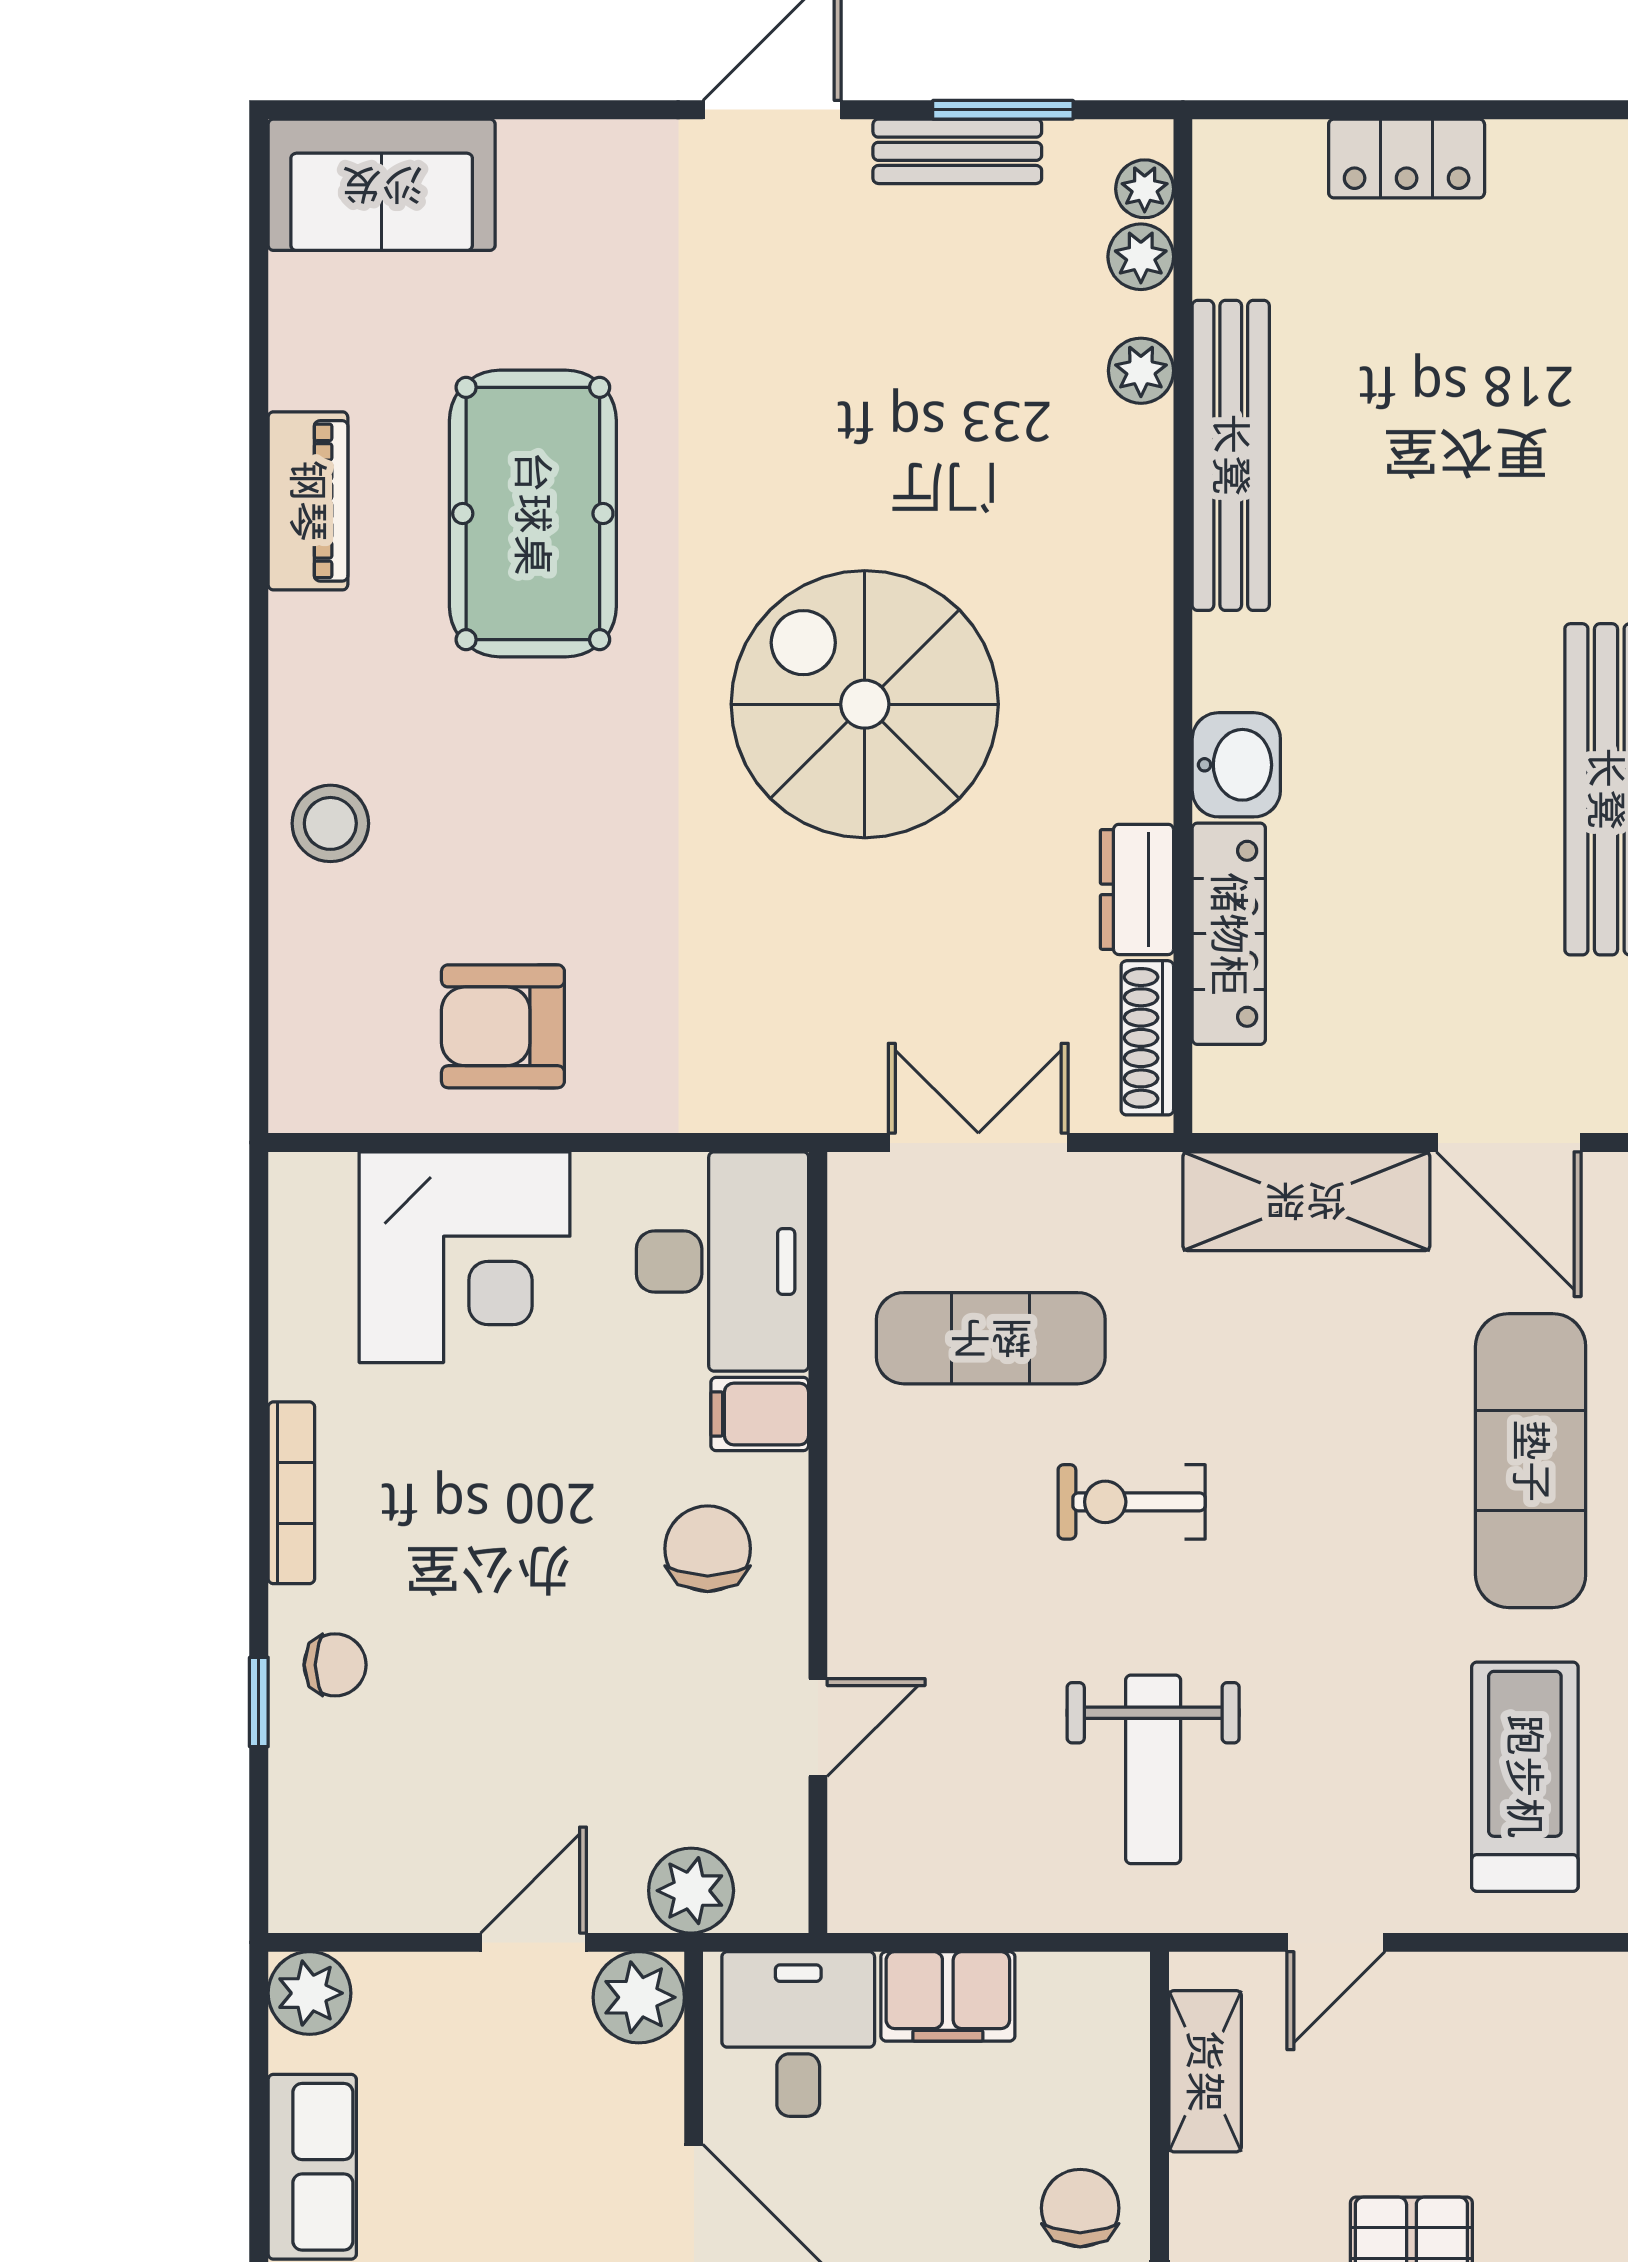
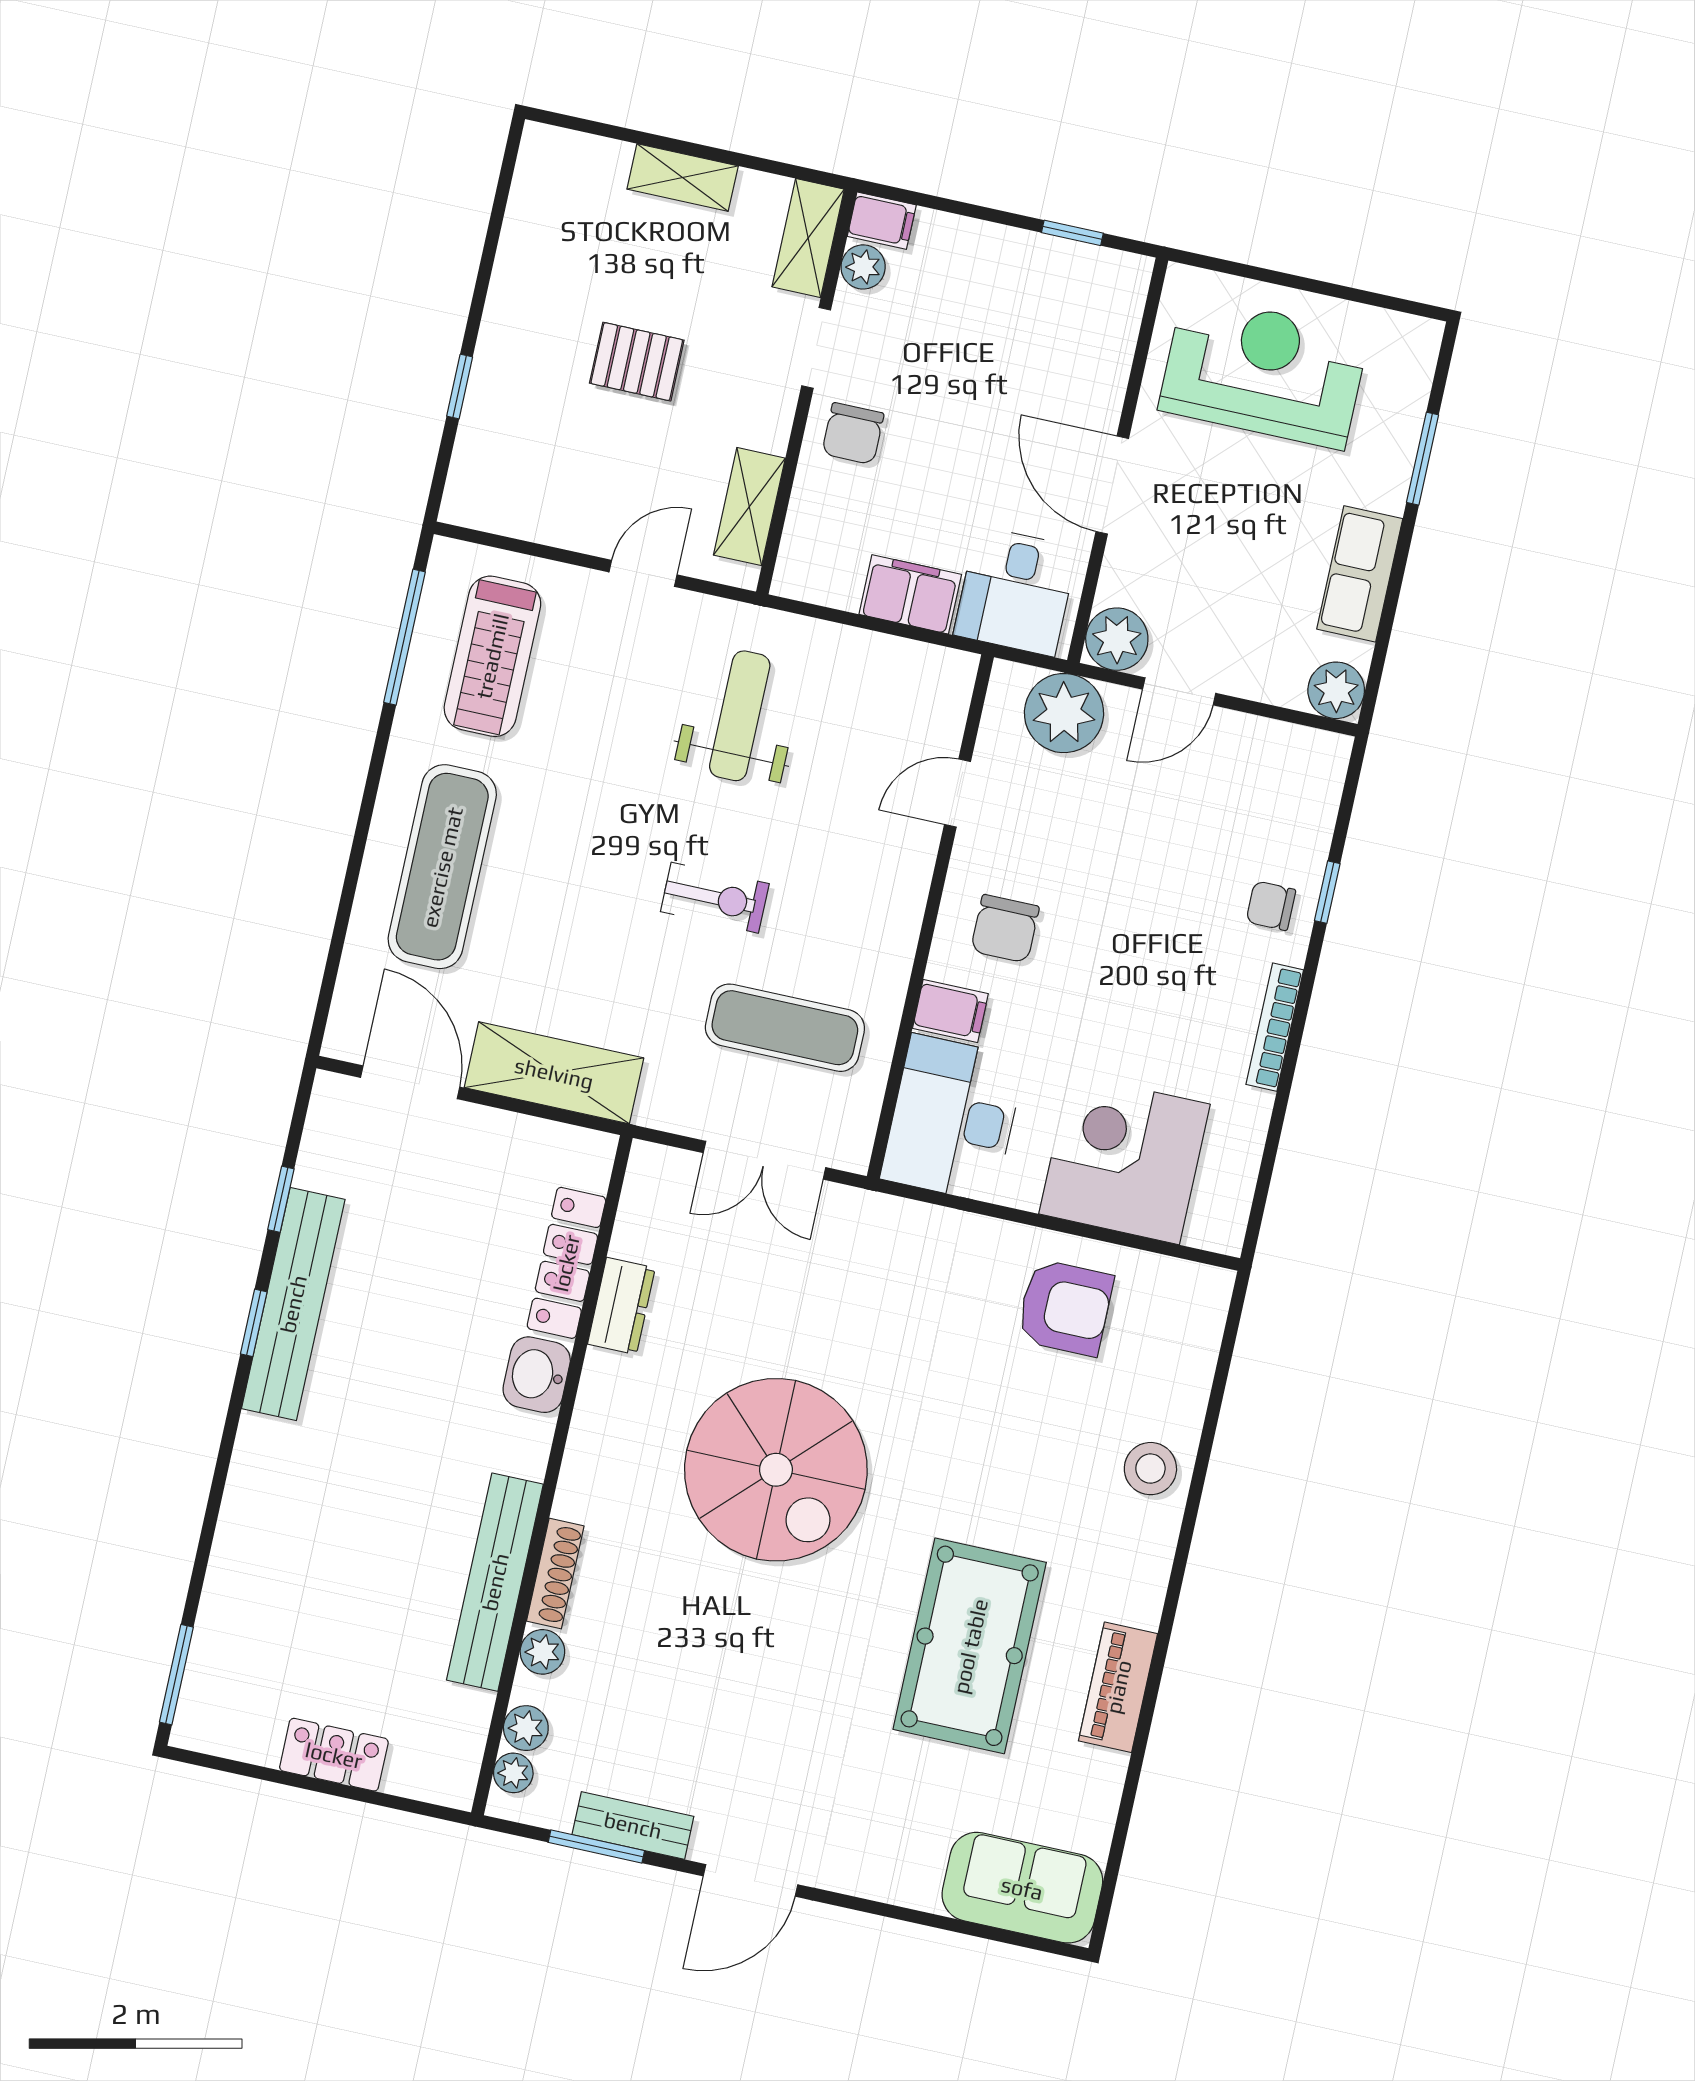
shoe rack: (1147, 1038) -> (555, 1574), moved
plant: (691, 1891) -> (1064, 713), width x1.36, depth x1.36

